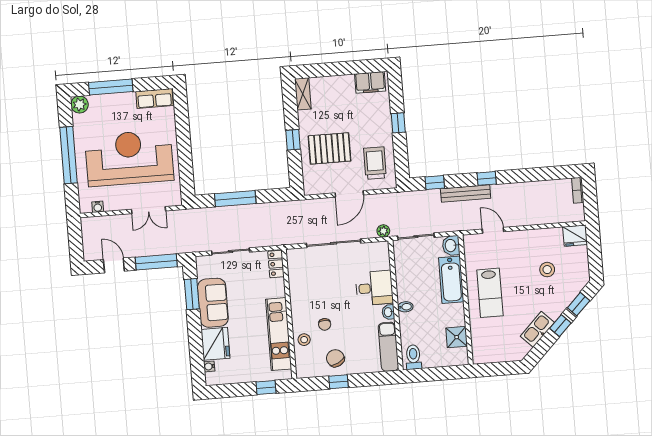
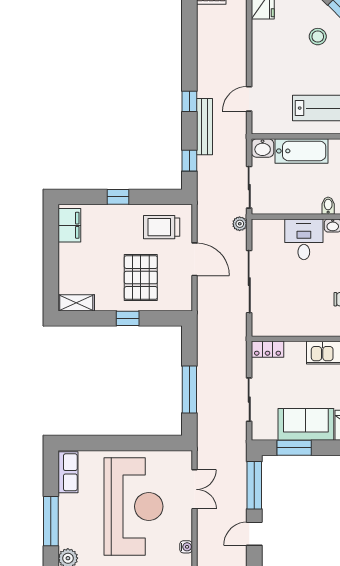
reception desk: (129, 158) -> (133, 506), turned 180
stool: (547, 270) -> (318, 37), moved

